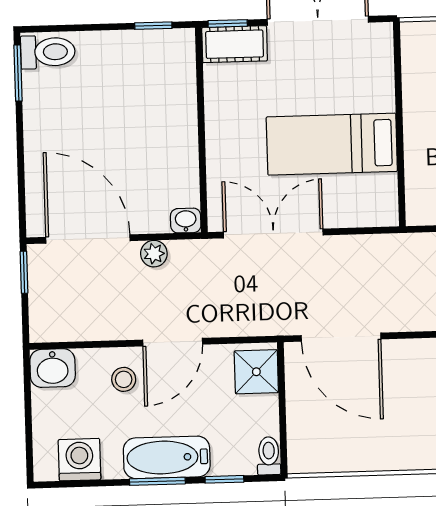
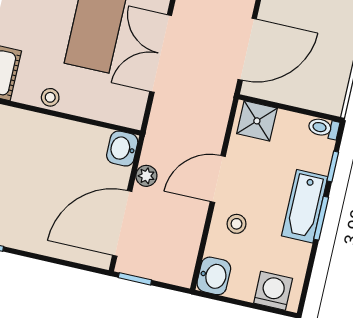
stool: (220, 111) -> (50, 97), added
washbasin: (186, 221) -> (122, 149), width x1.38, depth x1.45
double door: (273, 233) -> (161, 54), moved
door: (173, 342) -> (218, 179), swing flipped
washing machine: (79, 460) -> (273, 291), moved, turned 90

